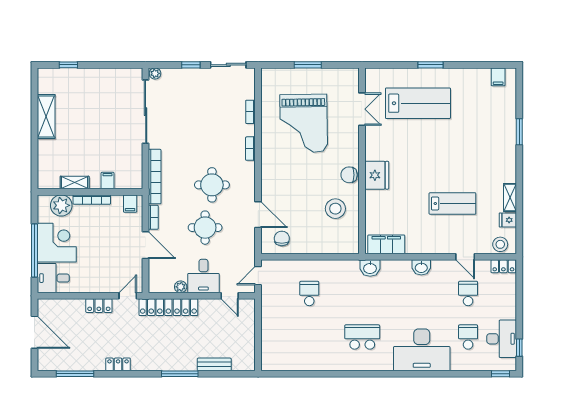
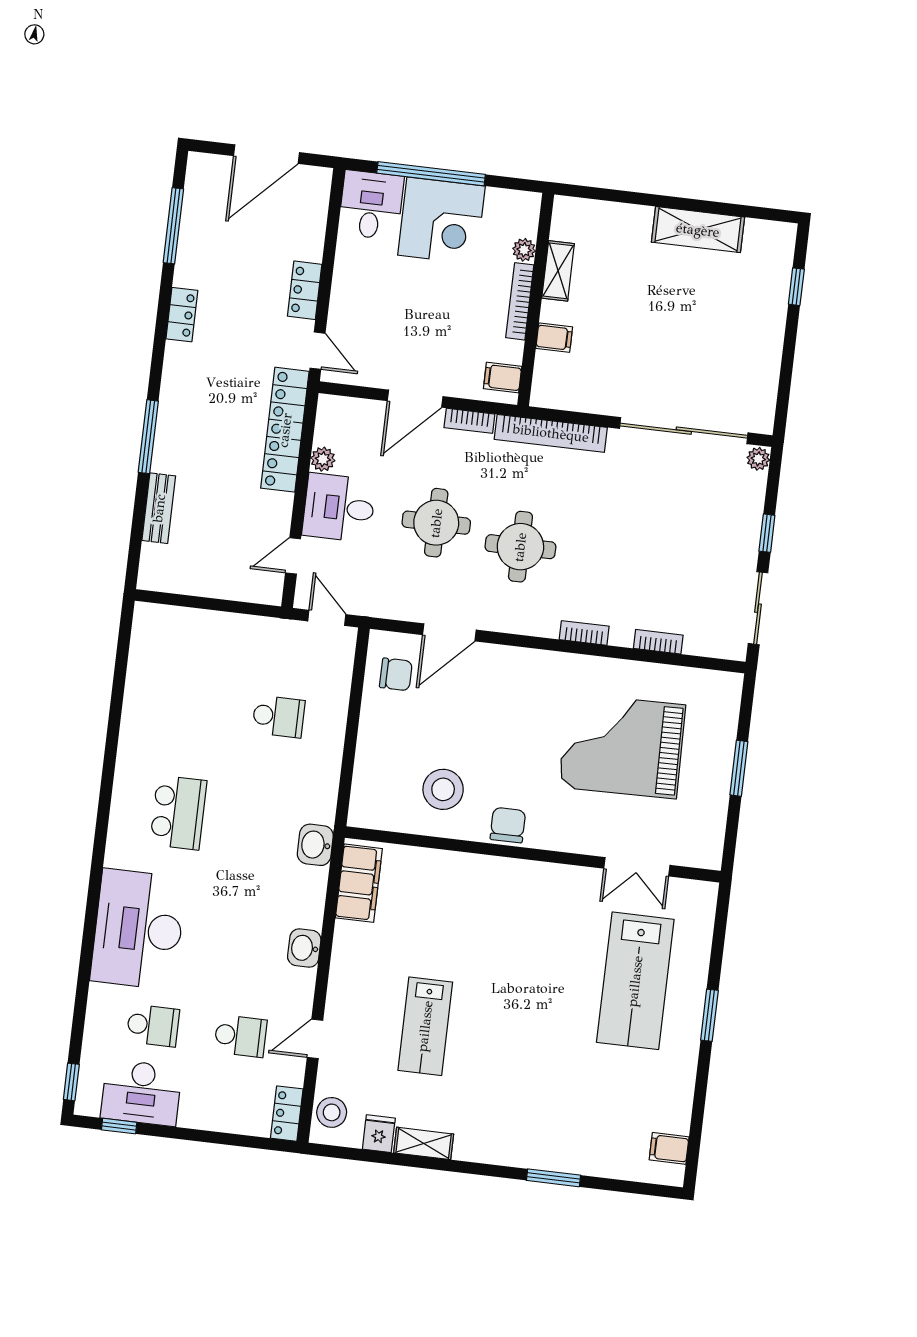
fridge: (377, 175) -> (500, 881), removed
plant: (61, 205) -> (524, 250), width x0.53, depth x0.53

